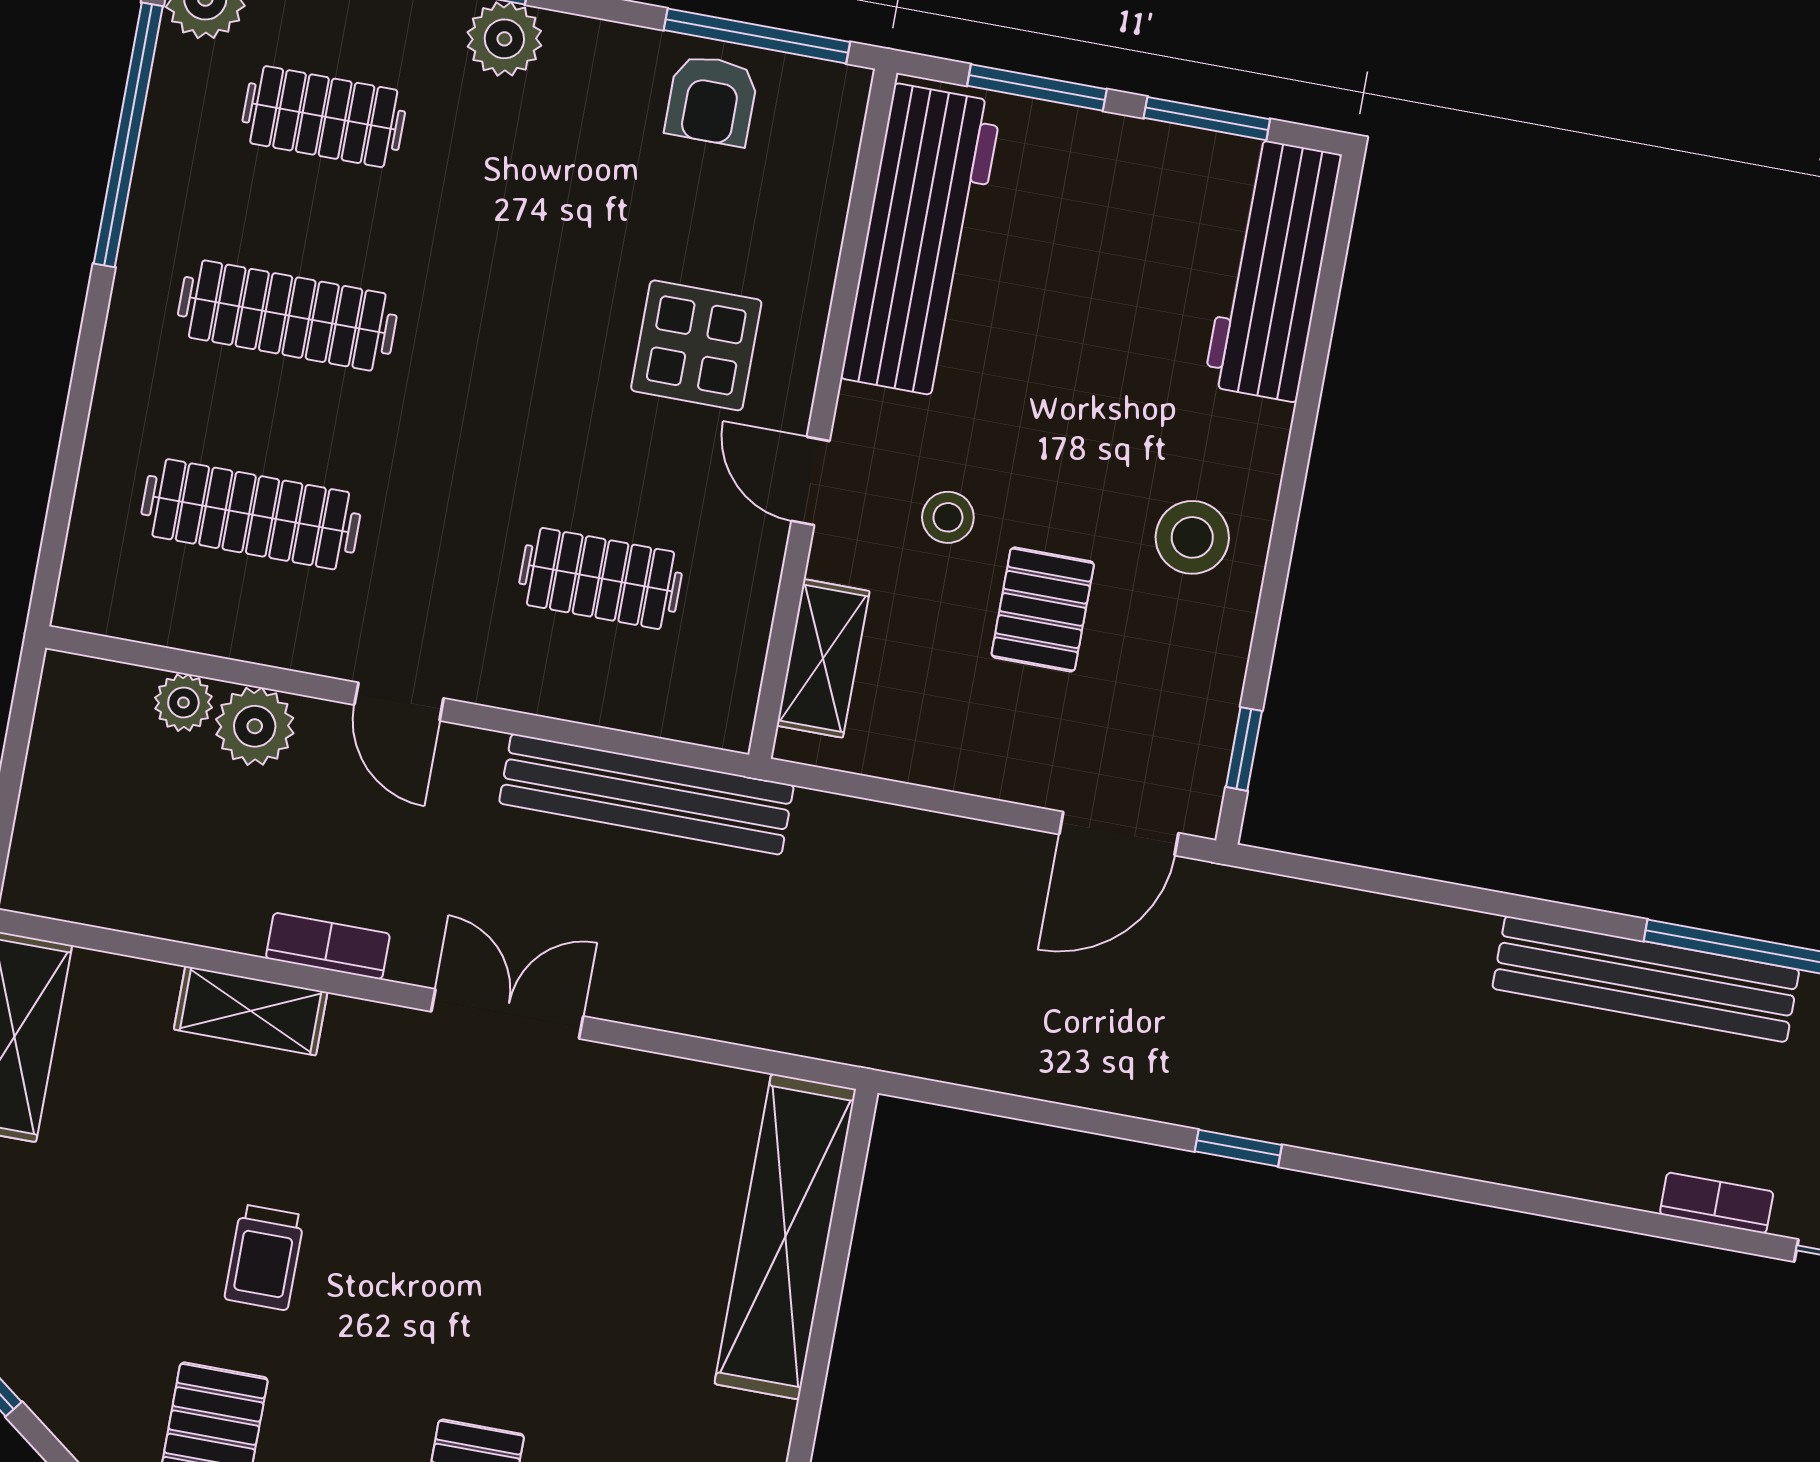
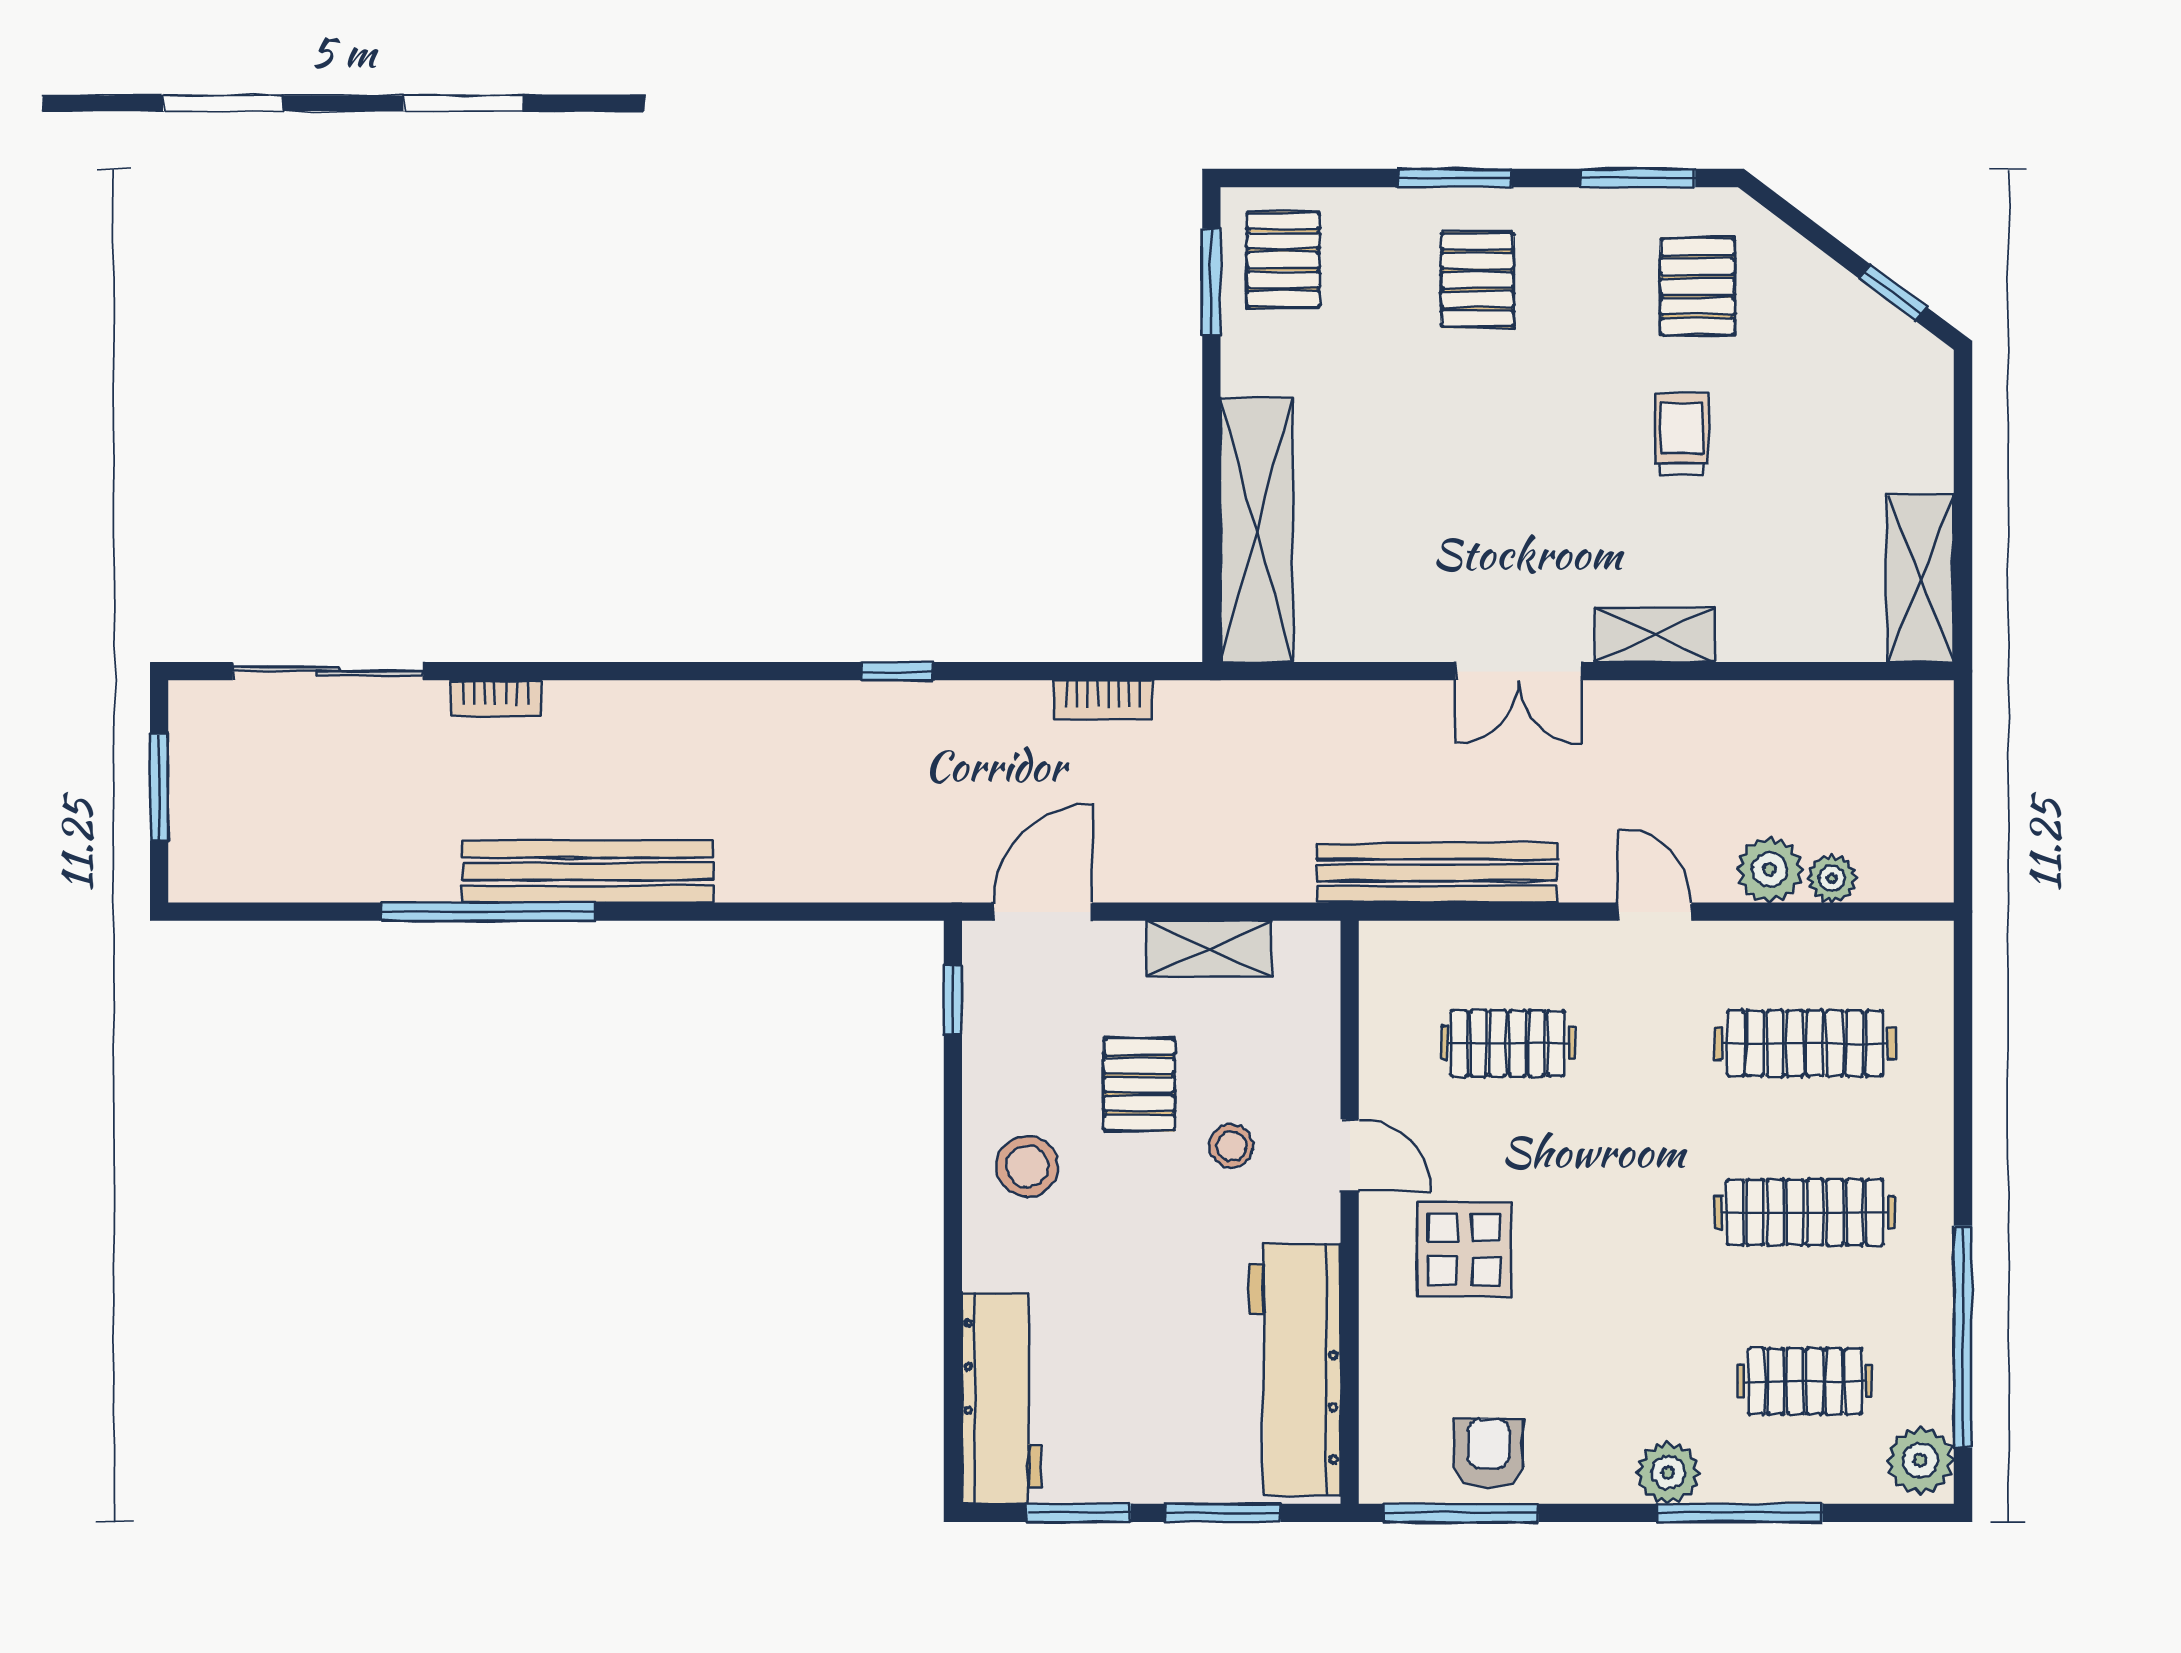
shelving: (823, 658) -> (1209, 949), moved, turned 90
bookcase: (328, 946) -> (1103, 700), moved
shelving: (251, 1011) -> (1655, 635), moved

